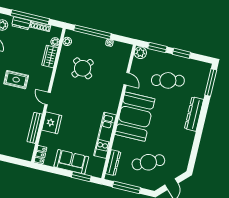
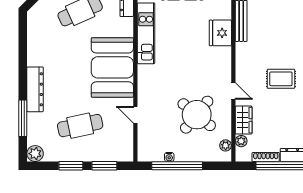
window: (92, 32) -> (177, 166), moved
plant: (140, 53) -> (35, 154), moved
round table: (83, 68) -> (197, 115), width x1.36, depth x1.36
window: (211, 82) -> (23, 118), moved
door: (48, 99) -> (233, 91), moved

